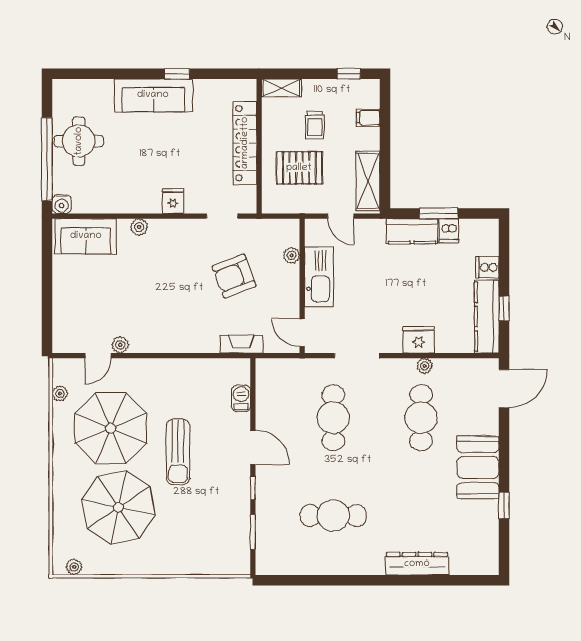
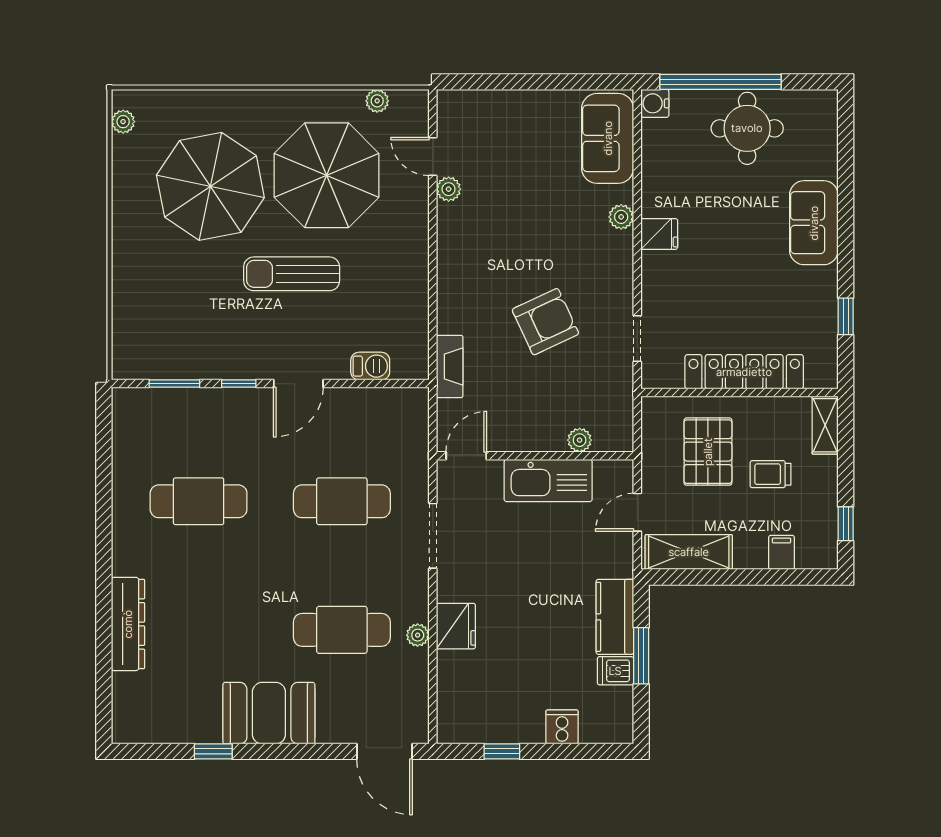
window: (177, 74) -> (846, 316), moved
sofa: (153, 95) -> (814, 223), width x0.73
fridge: (173, 201) -> (659, 234), moved
armchair: (234, 276) -> (545, 322), moved, turned 86
kitchen counter: (487, 317) -> (490, 726), removed
cafe table: (333, 515) -> (199, 501), turned 90

